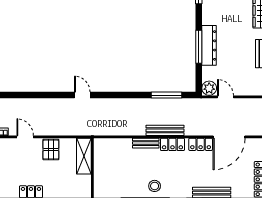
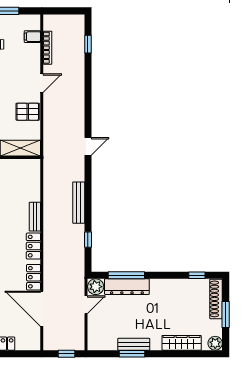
dresser: (209, 45) -> (127, 287), moved
window: (199, 47) -> (126, 275), moved
window: (167, 95) -> (88, 240), width x0.46
bench: (165, 130) -> (79, 203), moved

